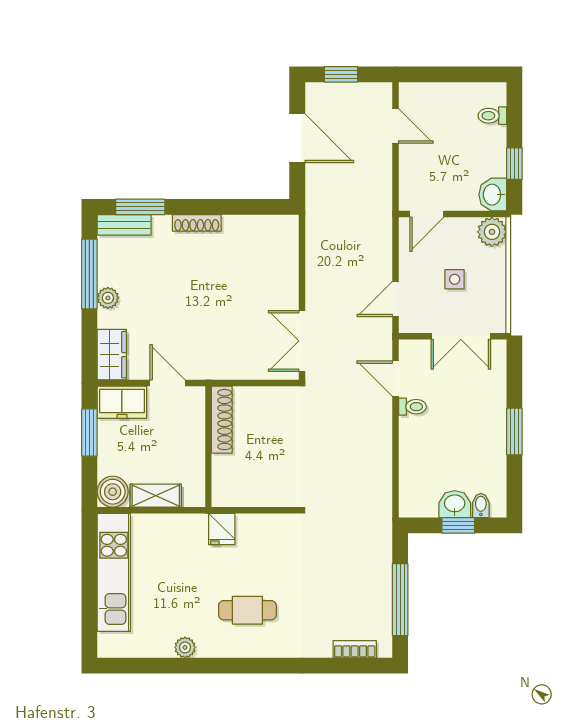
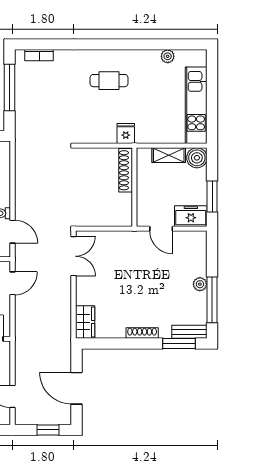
wardrobe: (112, 355) -> (85, 322), moved, turned 180
shoe rack: (222, 420) -> (126, 170), moved
plant: (185, 647) -> (168, 56), moved

